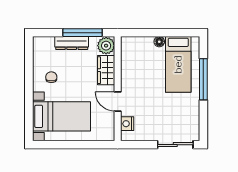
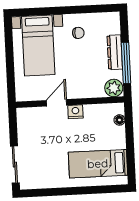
floor lamp: (159, 42) -> (119, 120), moved
wardrobe: (106, 70) -> (88, 89), removed
window: (203, 79) -> (84, 190), removed
nightstand: (127, 124) -> (75, 112), moved

